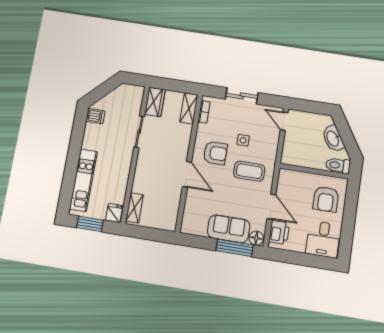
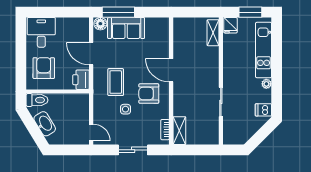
wardrobe: (155, 102) -> (211, 132), removed
plant: (87, 143) -> (266, 84), added
coffee table: (249, 171) -> (116, 82), turned 90
printer: (279, 232) -> (81, 80), moved

